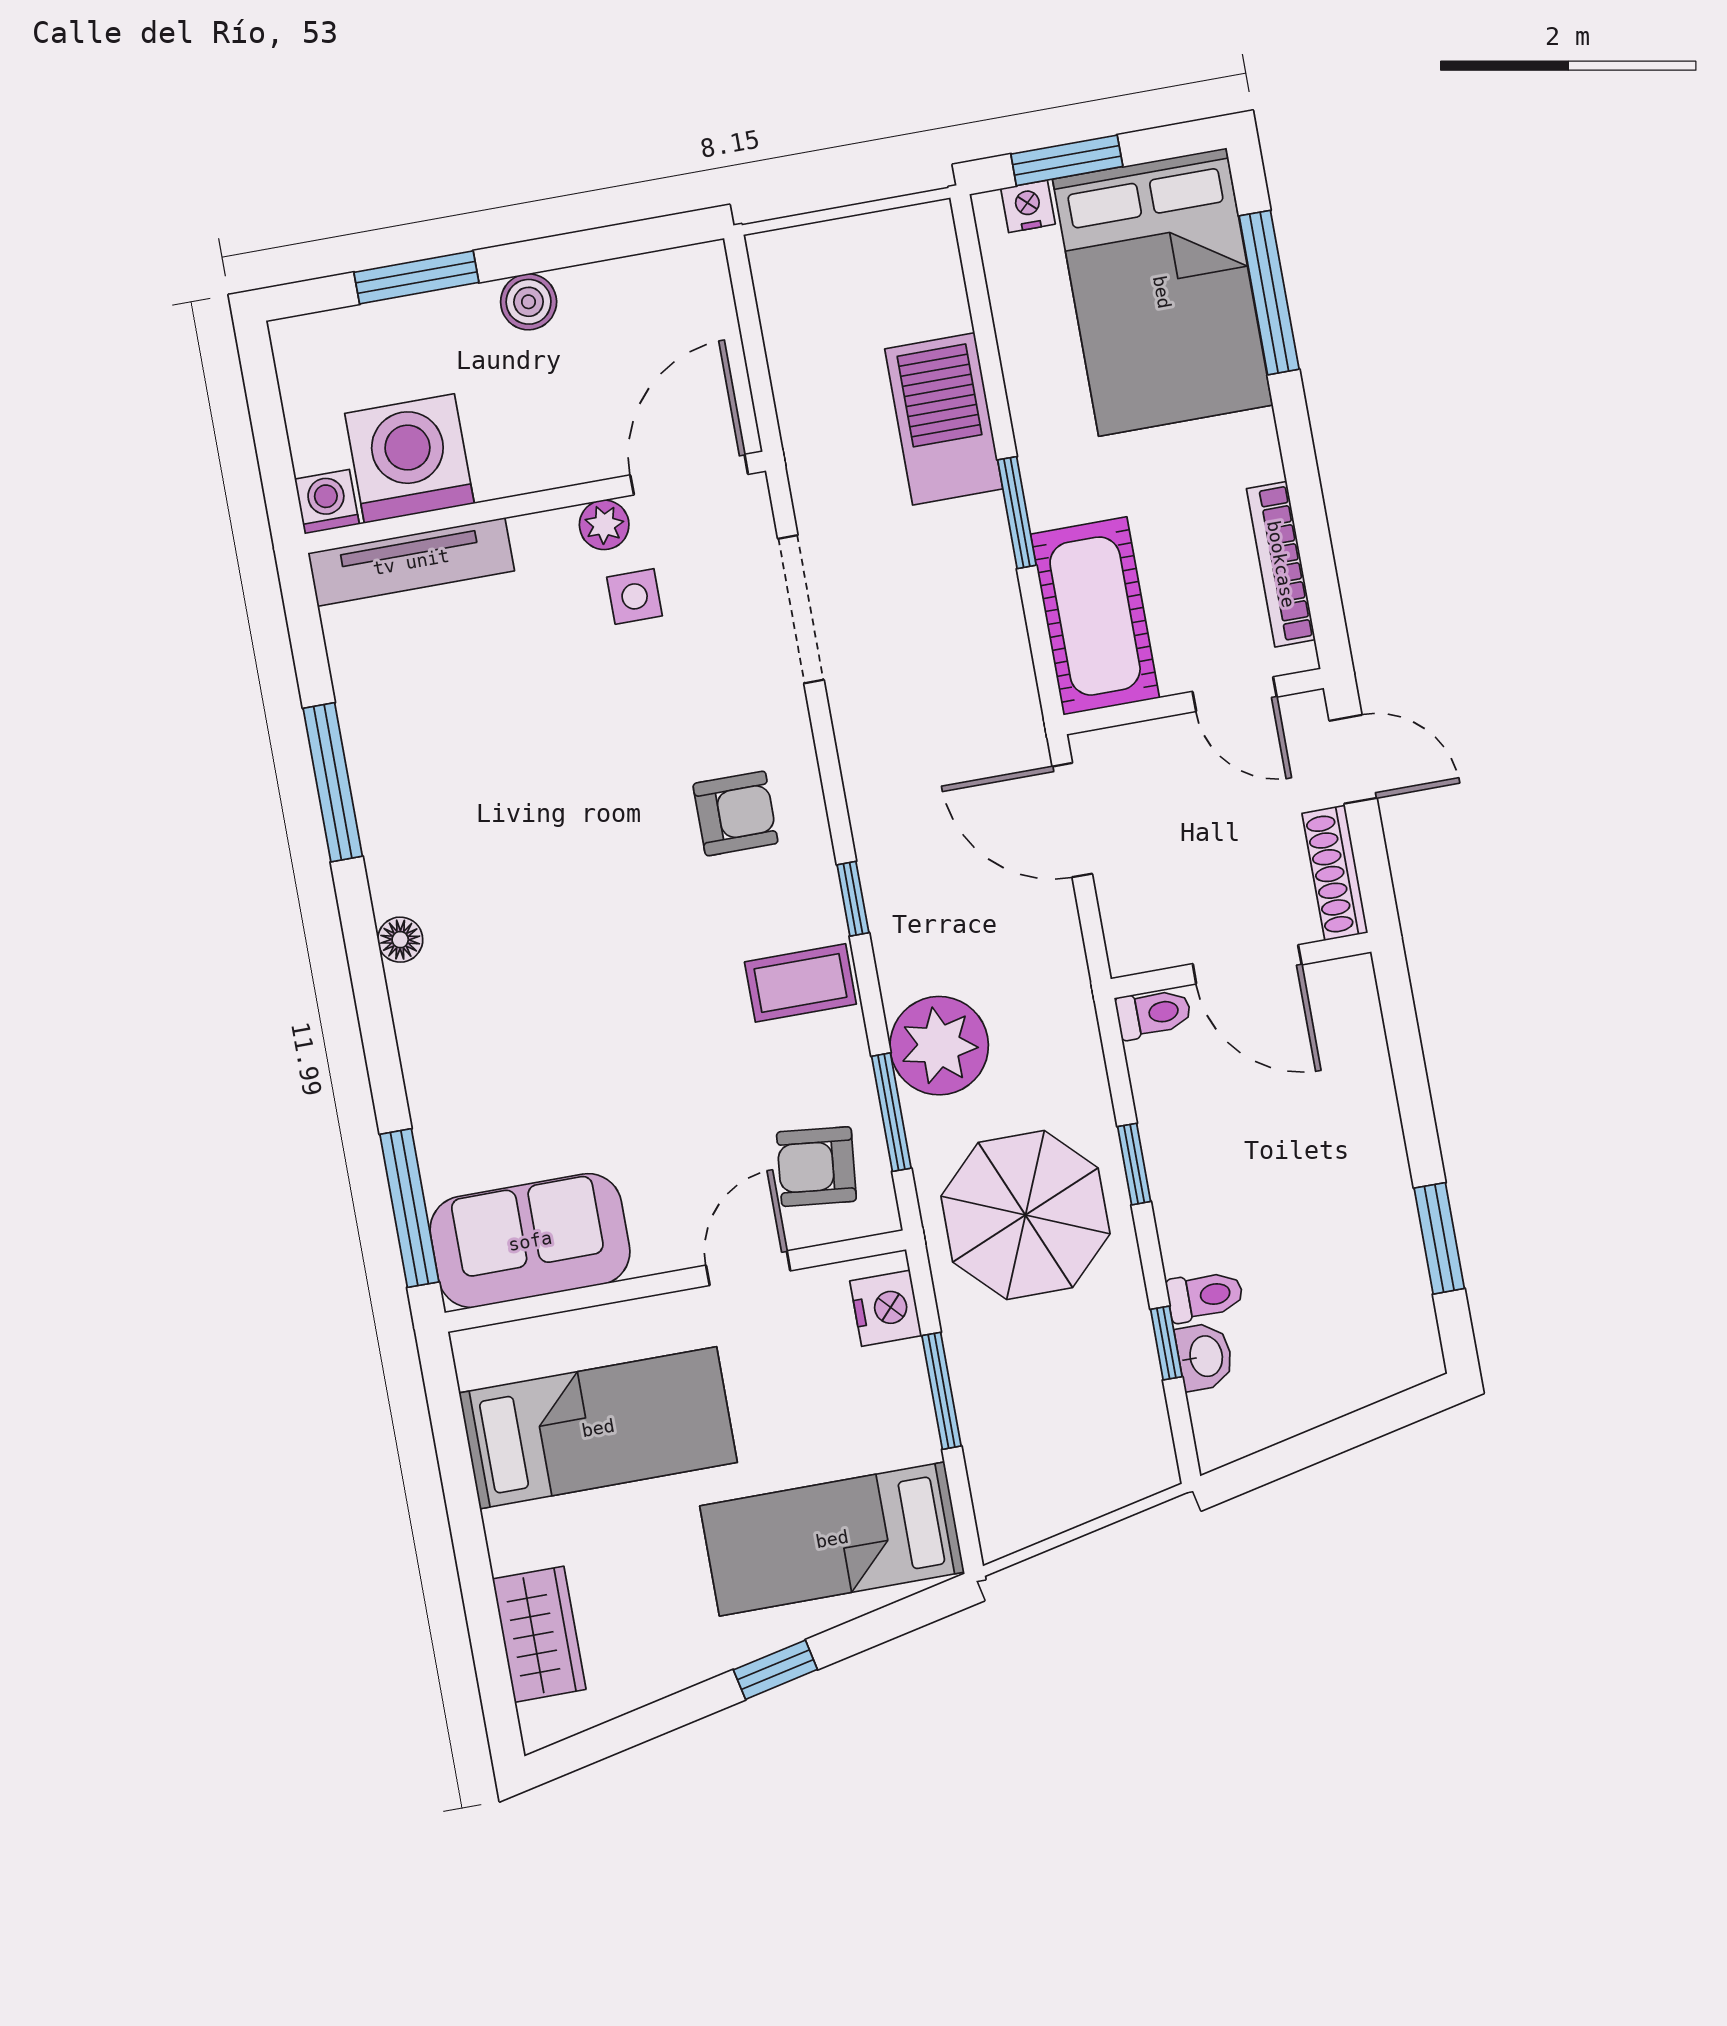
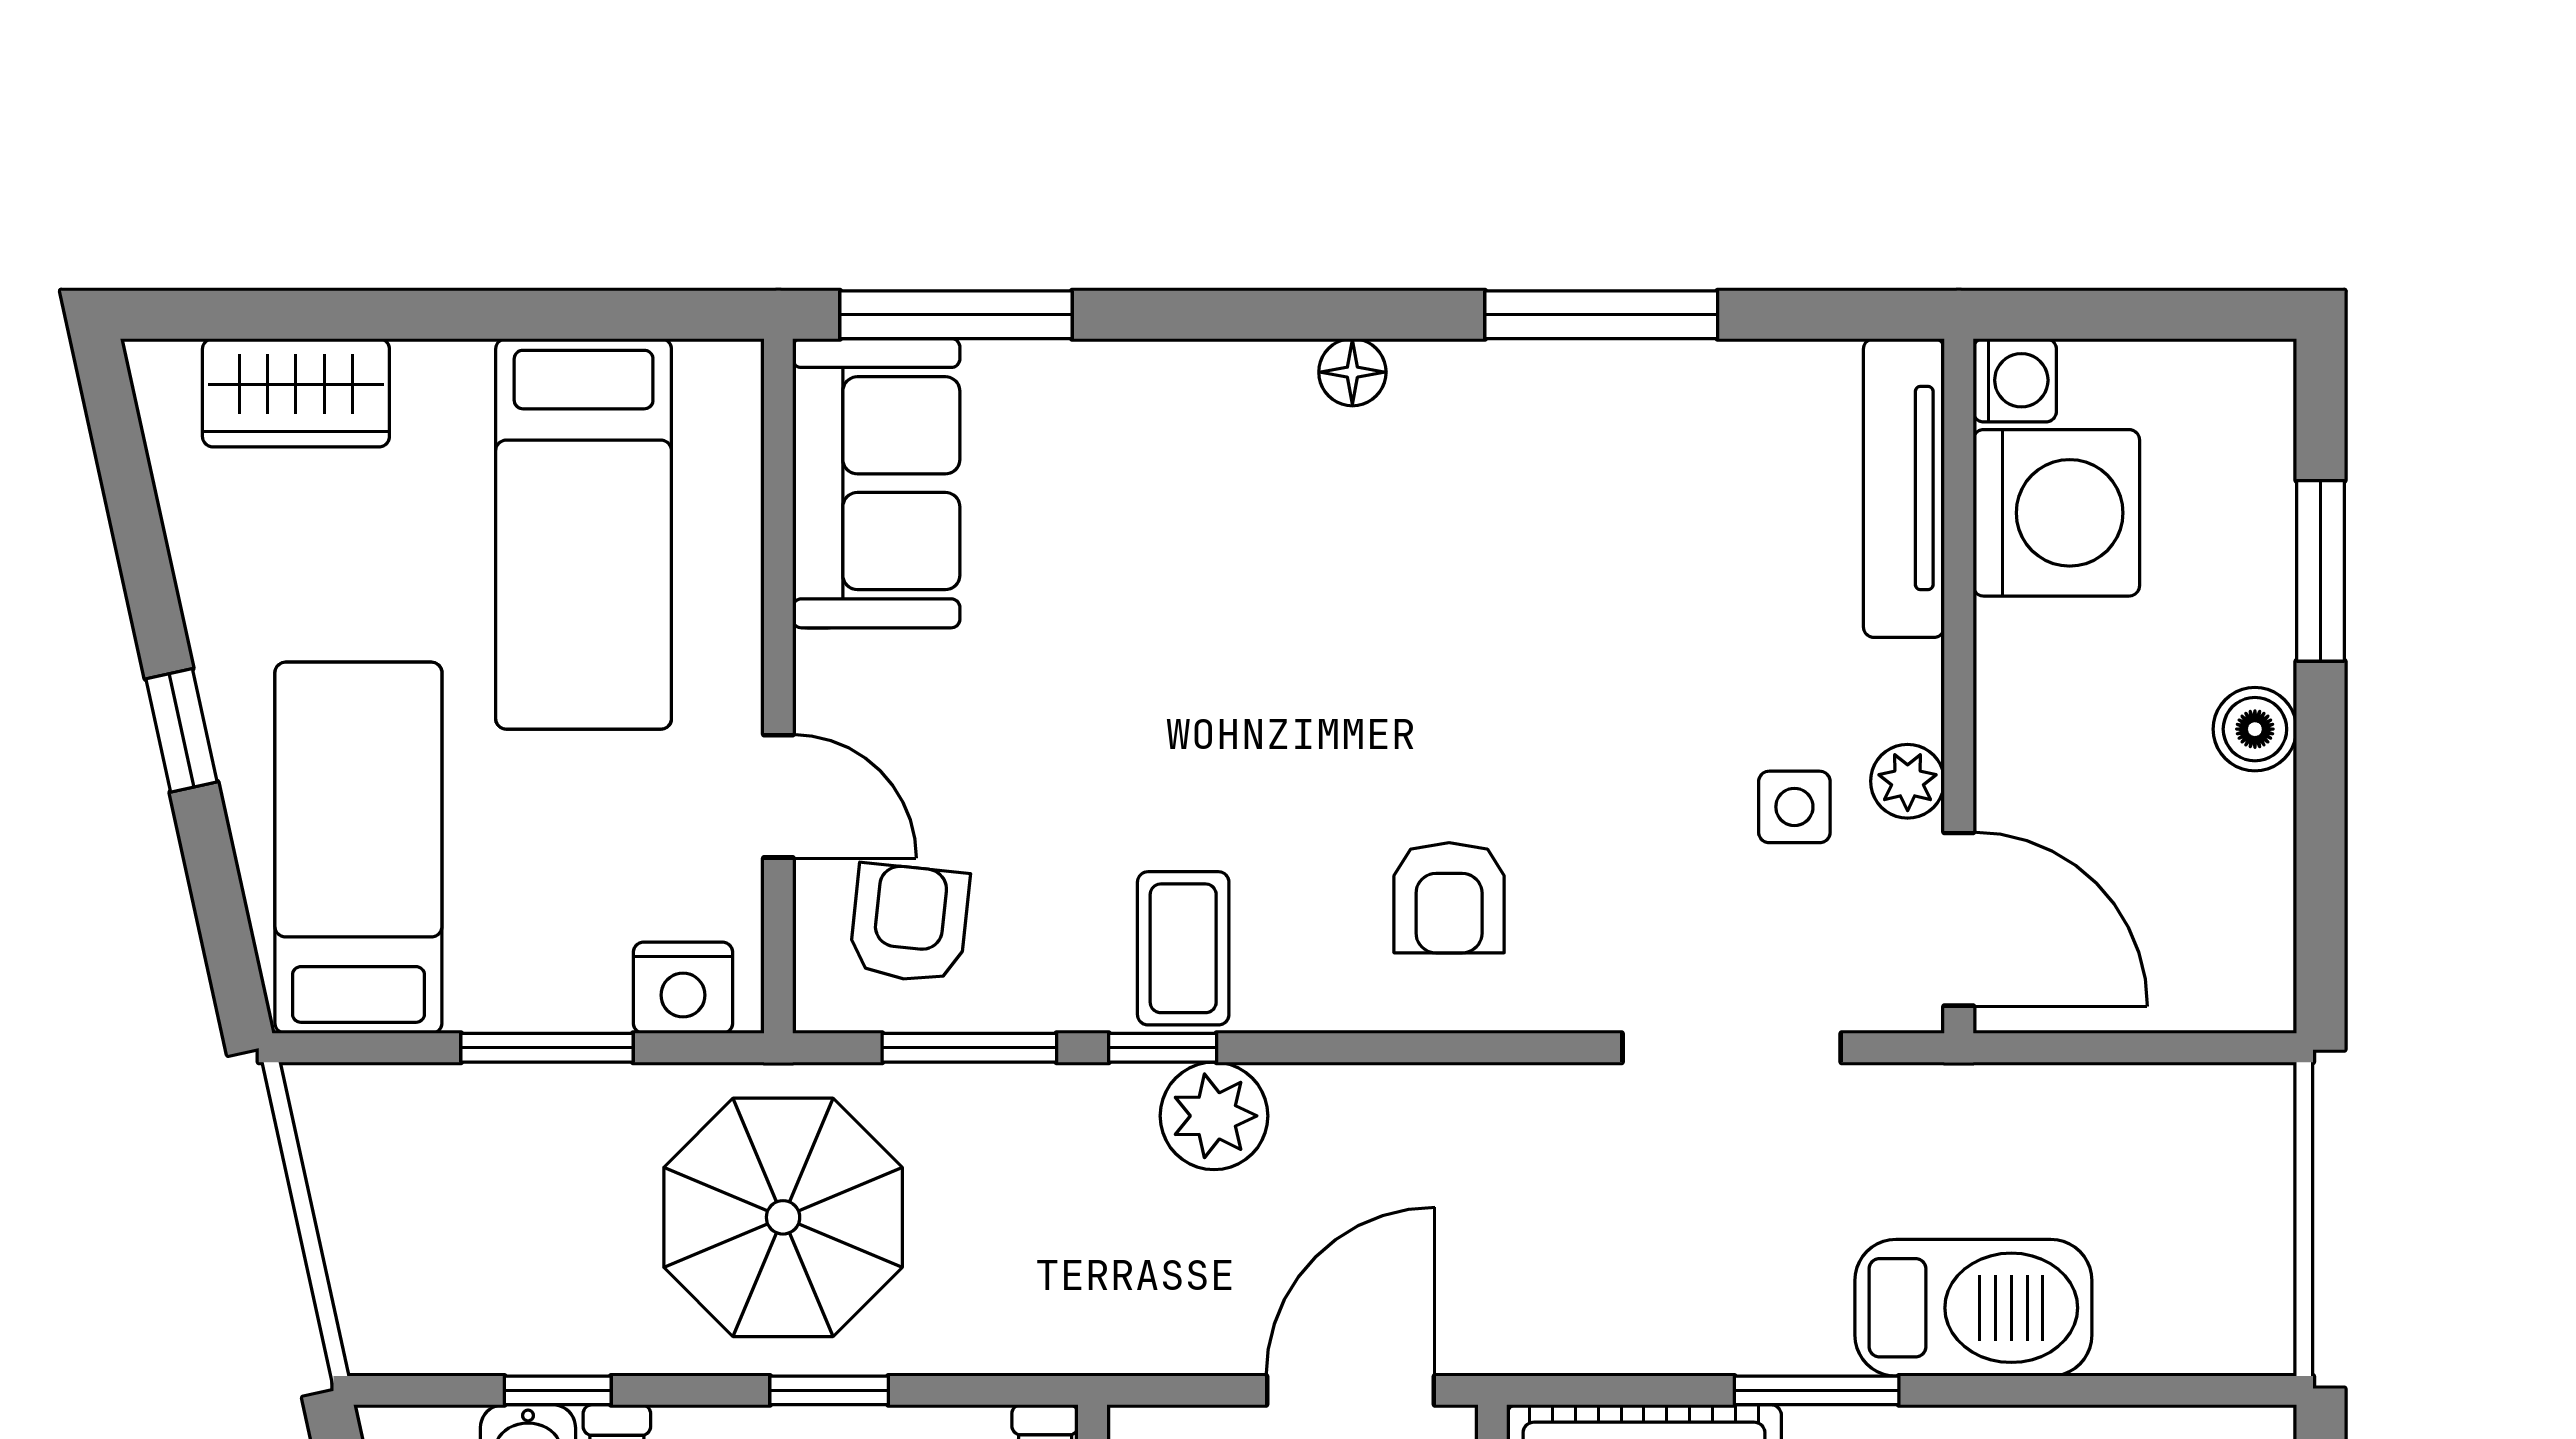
window: (853, 899) -> (1163, 1048), moved
plant: (939, 1046) -> (1214, 1116), moved, width x0.73, depth x0.73

